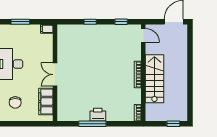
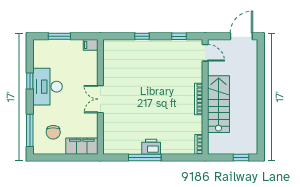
filing cabinet: (46, 101) -> (82, 146), moved, turned 90

